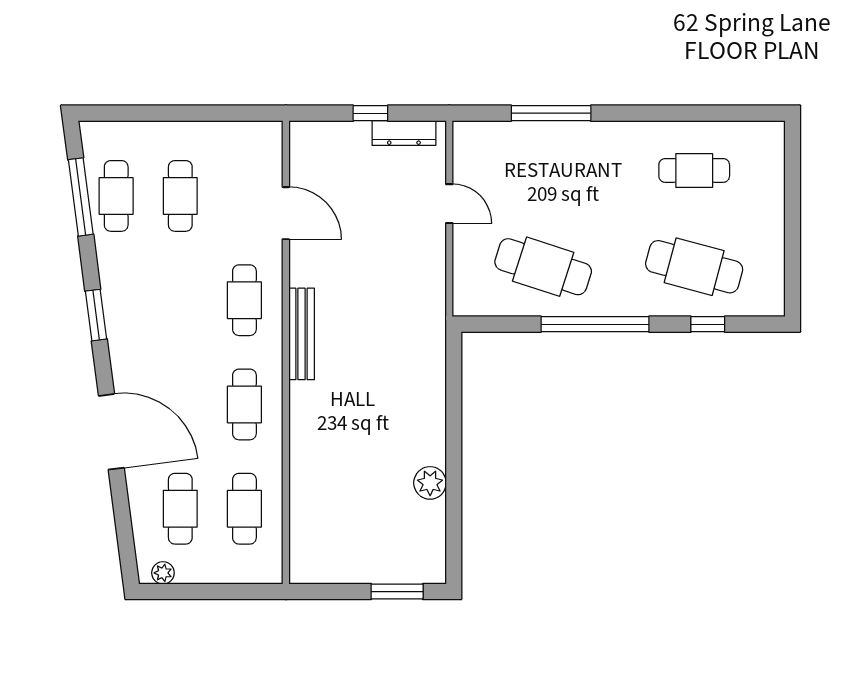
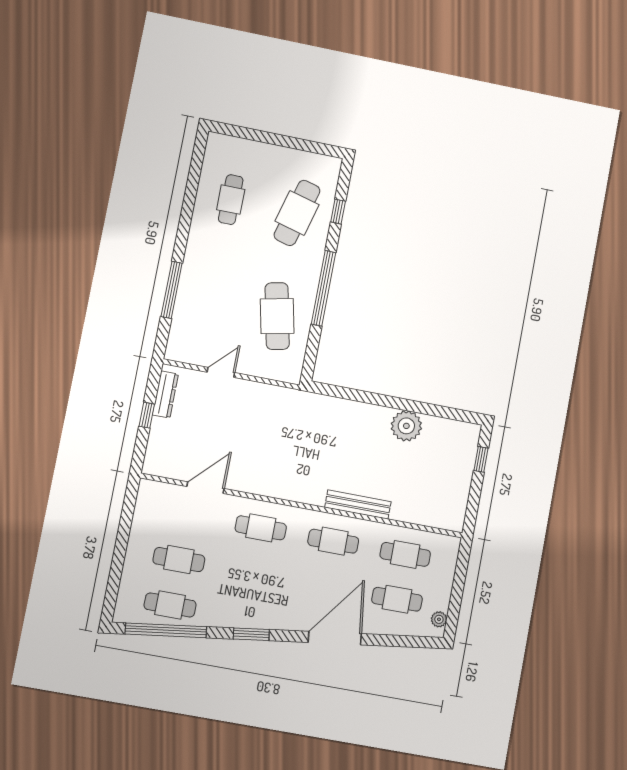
window: (81, 197) -> (166, 630), width x1.46
cafe table: (543, 267) -> (277, 316), turned -30
bench: (302, 334) -> (358, 505), moved
plant: (430, 483) -> (406, 426), width x1.36, depth x1.36
window: (397, 592) -> (481, 459), width x0.67

